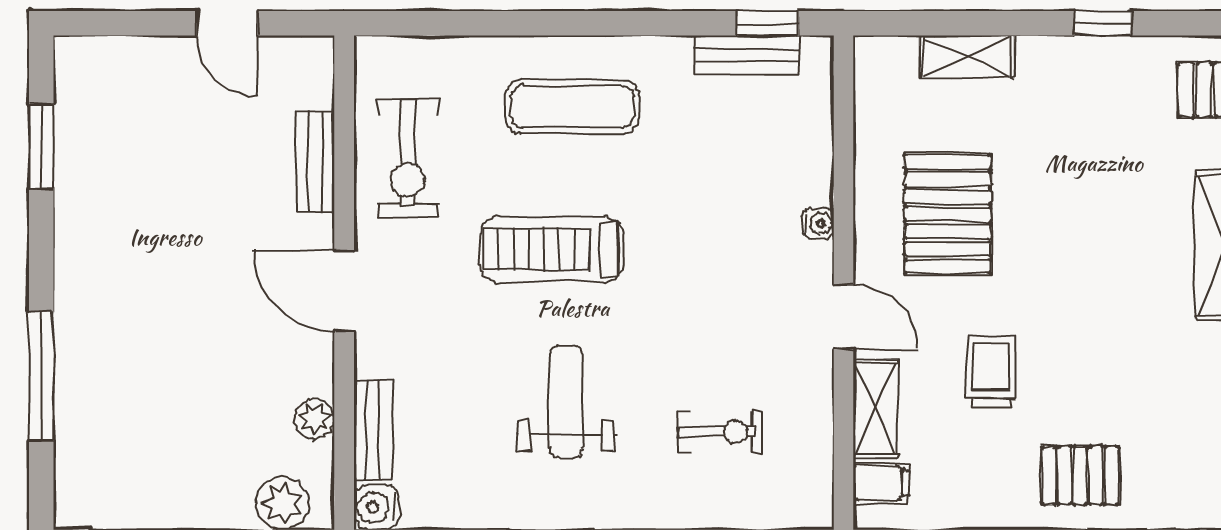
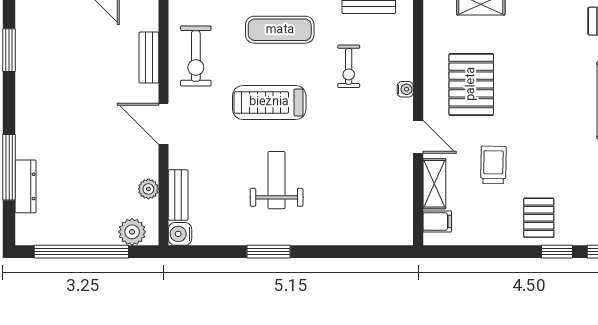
dresser: (74, 414) -> (26, 186), added
exercise bike: (721, 432) -> (349, 66), moved, turned 90
pallet: (1080, 475) -> (539, 218), turned 90

